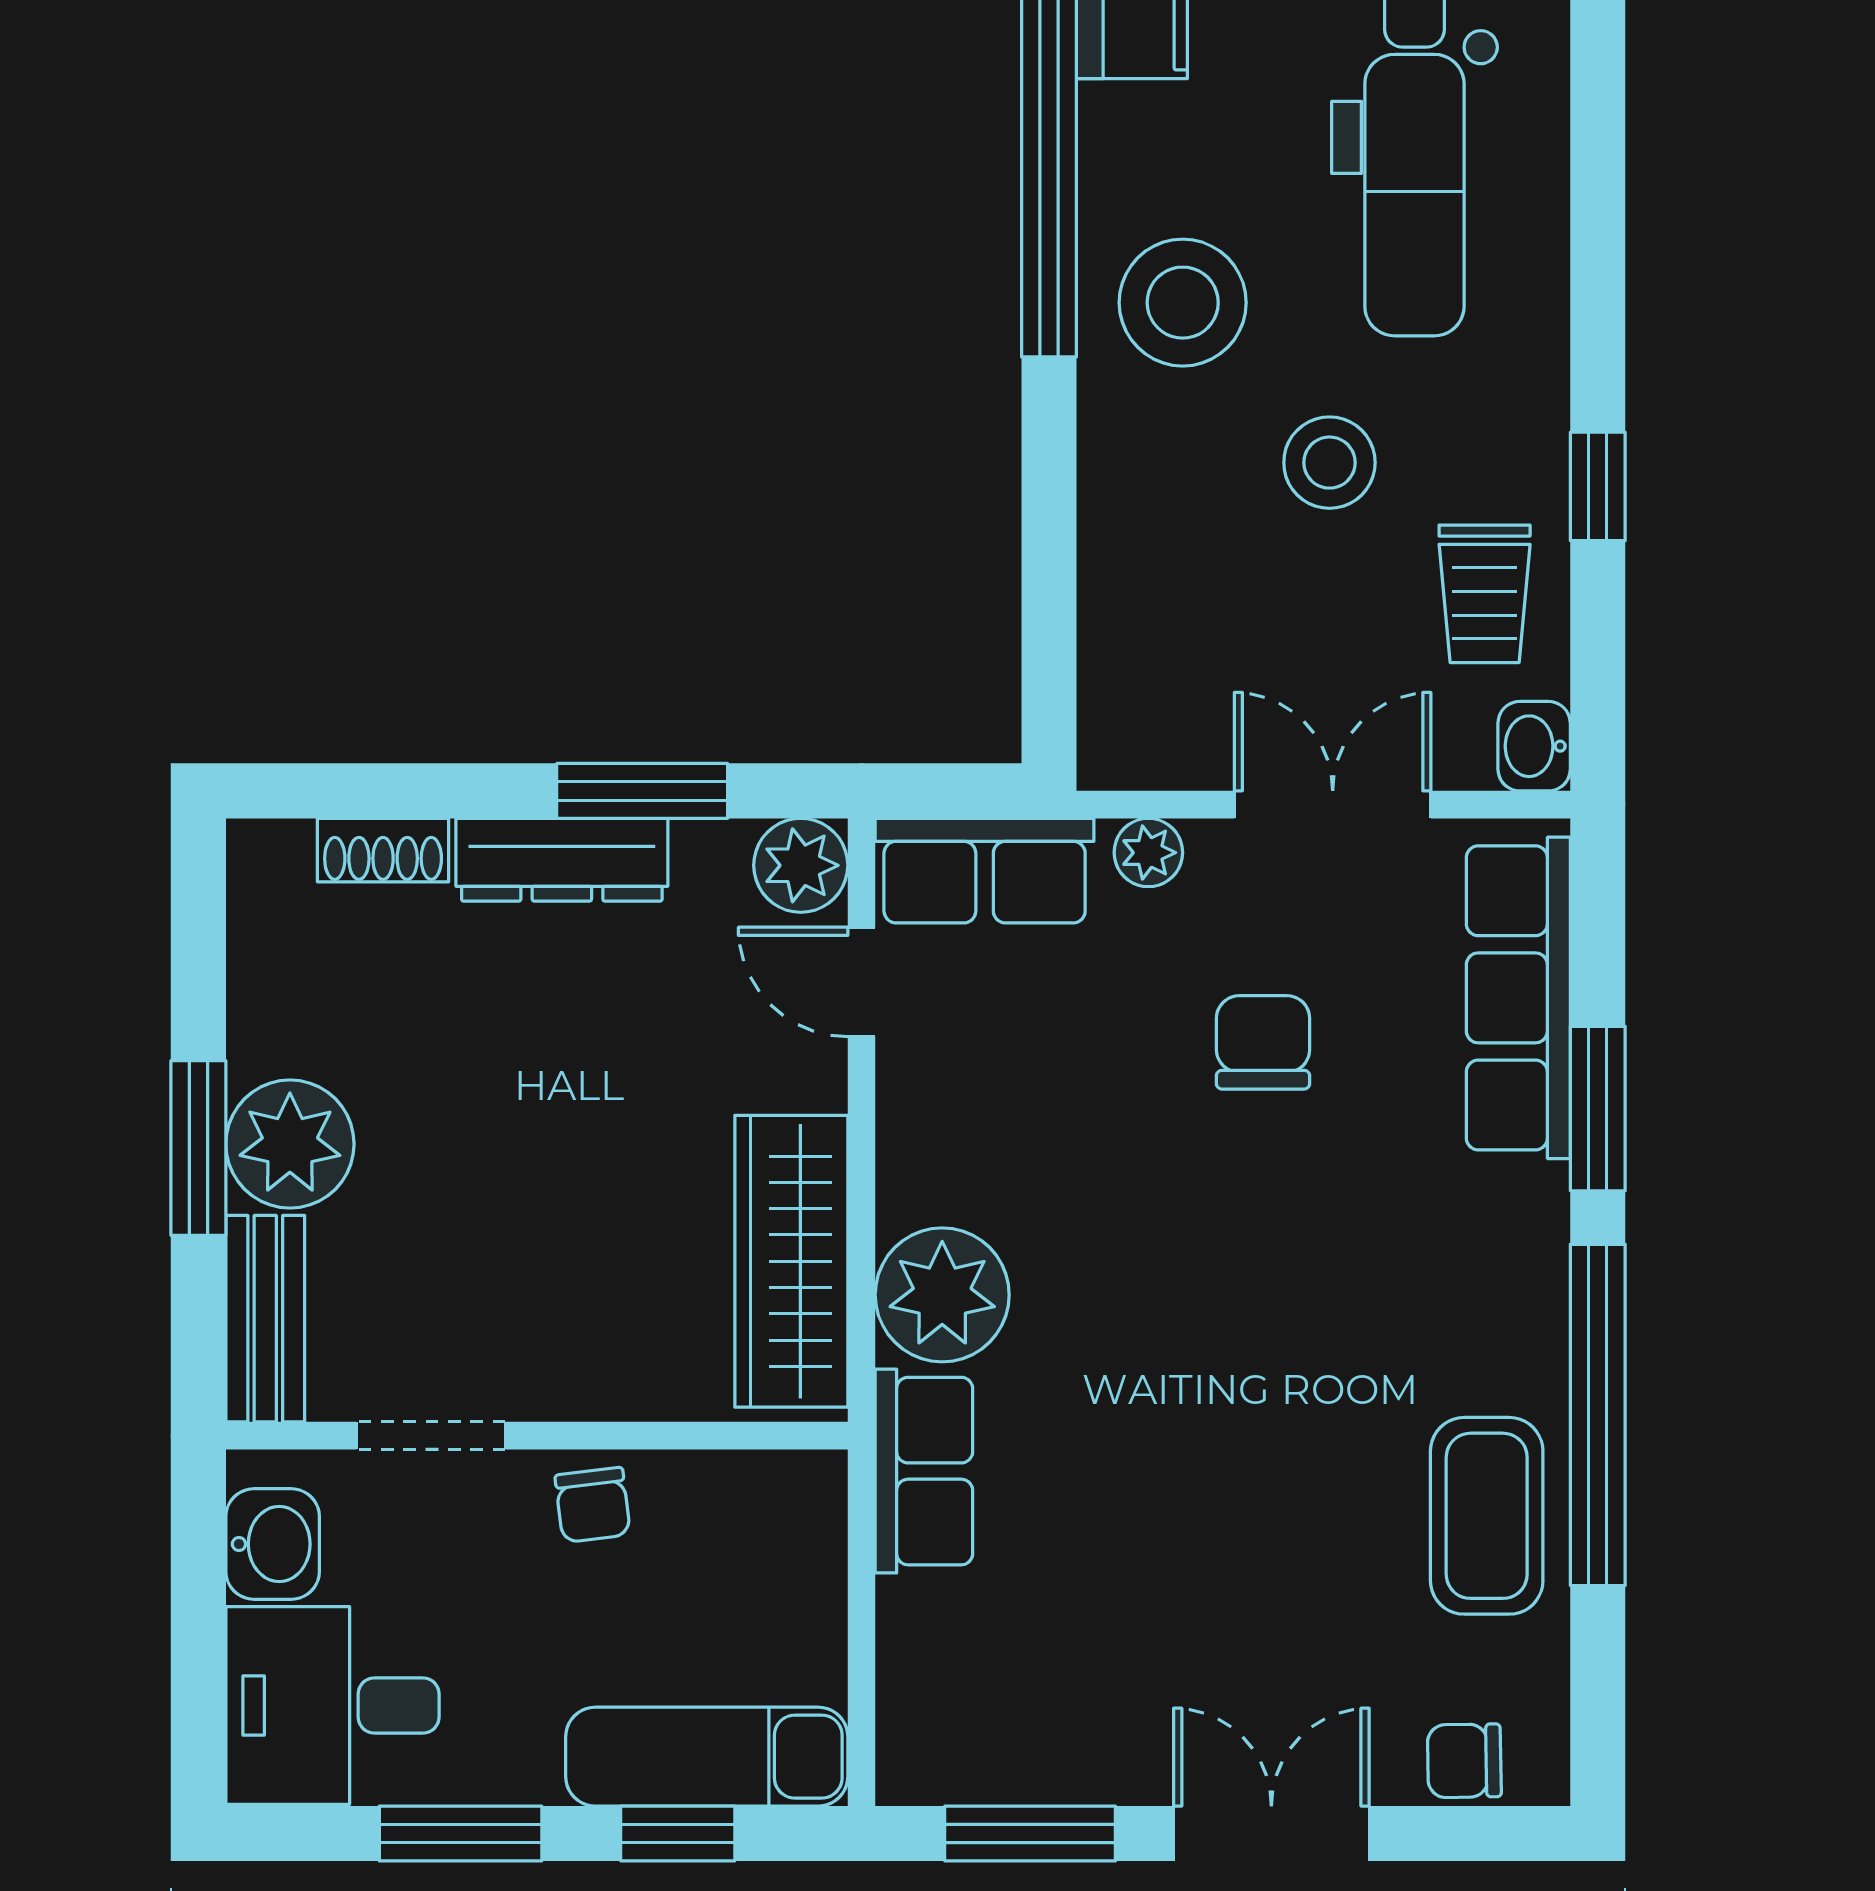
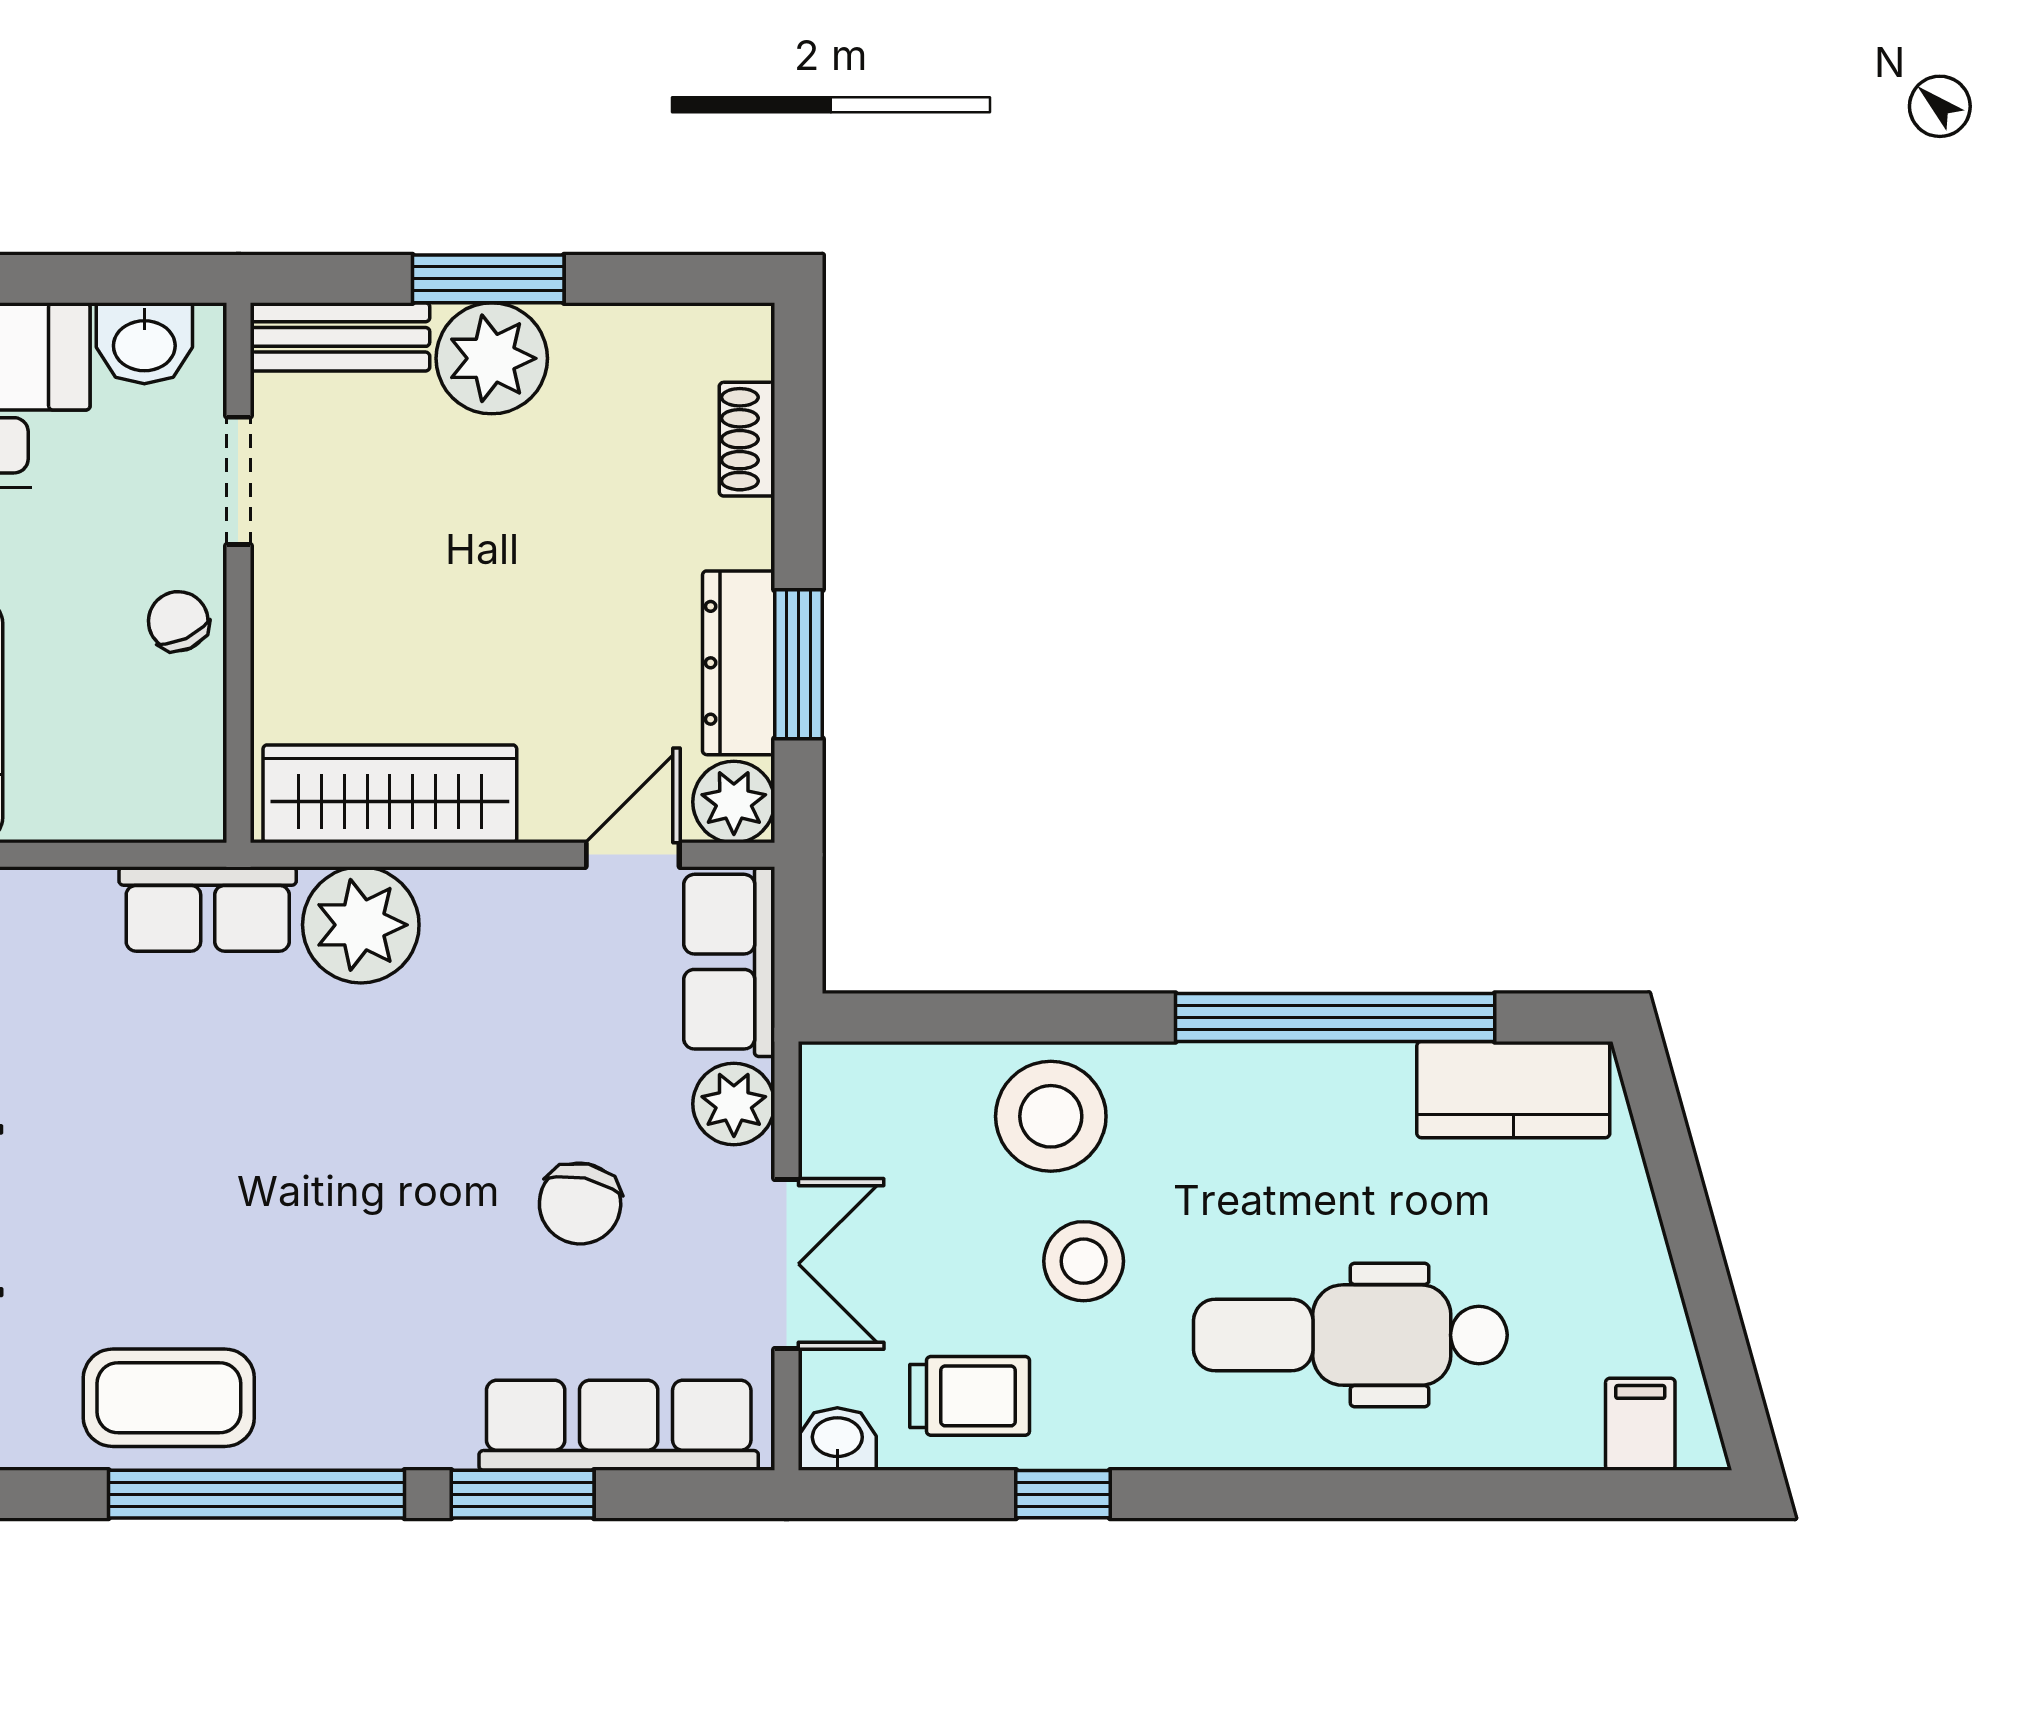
stool: (1183, 303) -> (1051, 1116), moved
trolley: (1485, 594) -> (970, 1396), turned 180
plant: (1148, 853) -> (734, 1104), width x1.38, depth x1.38
dresser: (562, 860) -> (739, 663), moved
chair: (1263, 1042) -> (580, 1204), turned 102
chair: (593, 1505) -> (178, 621), turned 72

